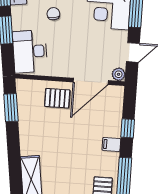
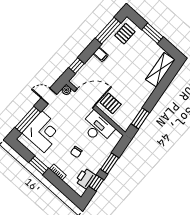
desk: (30, 51) -> (97, 127), moved, turned -82
window: (128, 128) -> (76, 66), moved

